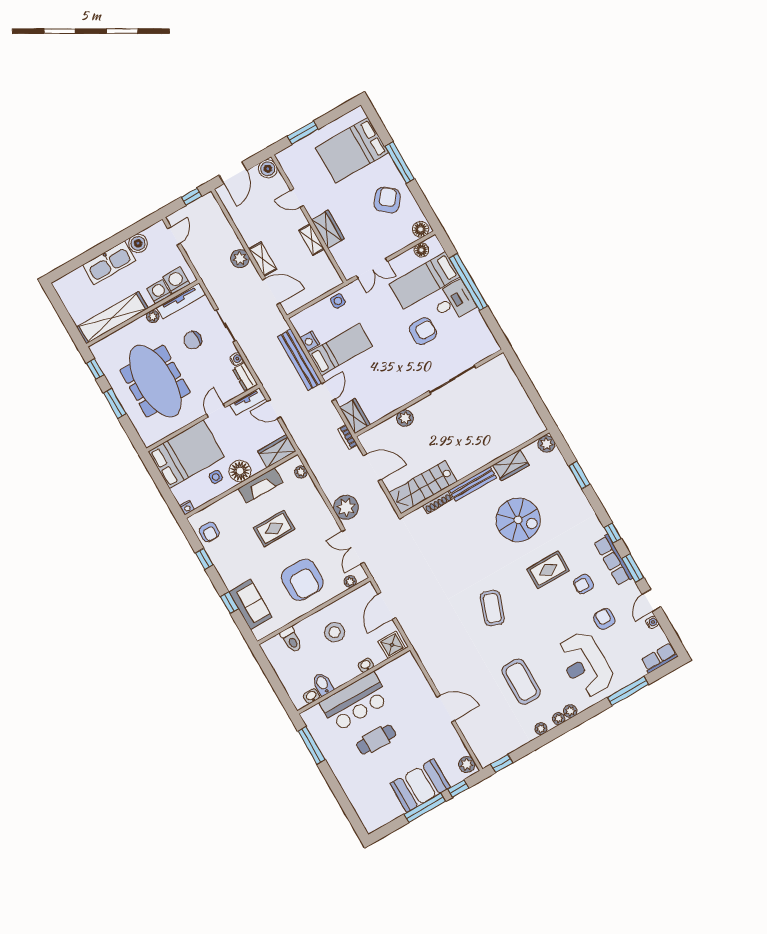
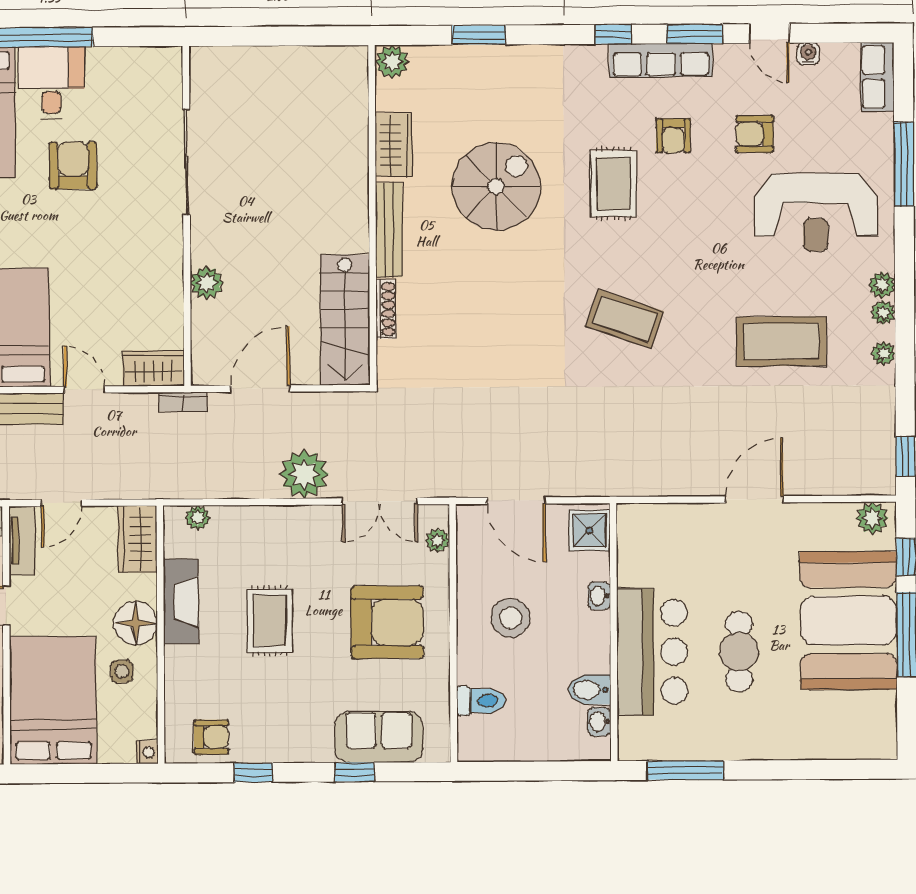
booth: (420, 786) -> (849, 621), width x1.36, depth x1.42

